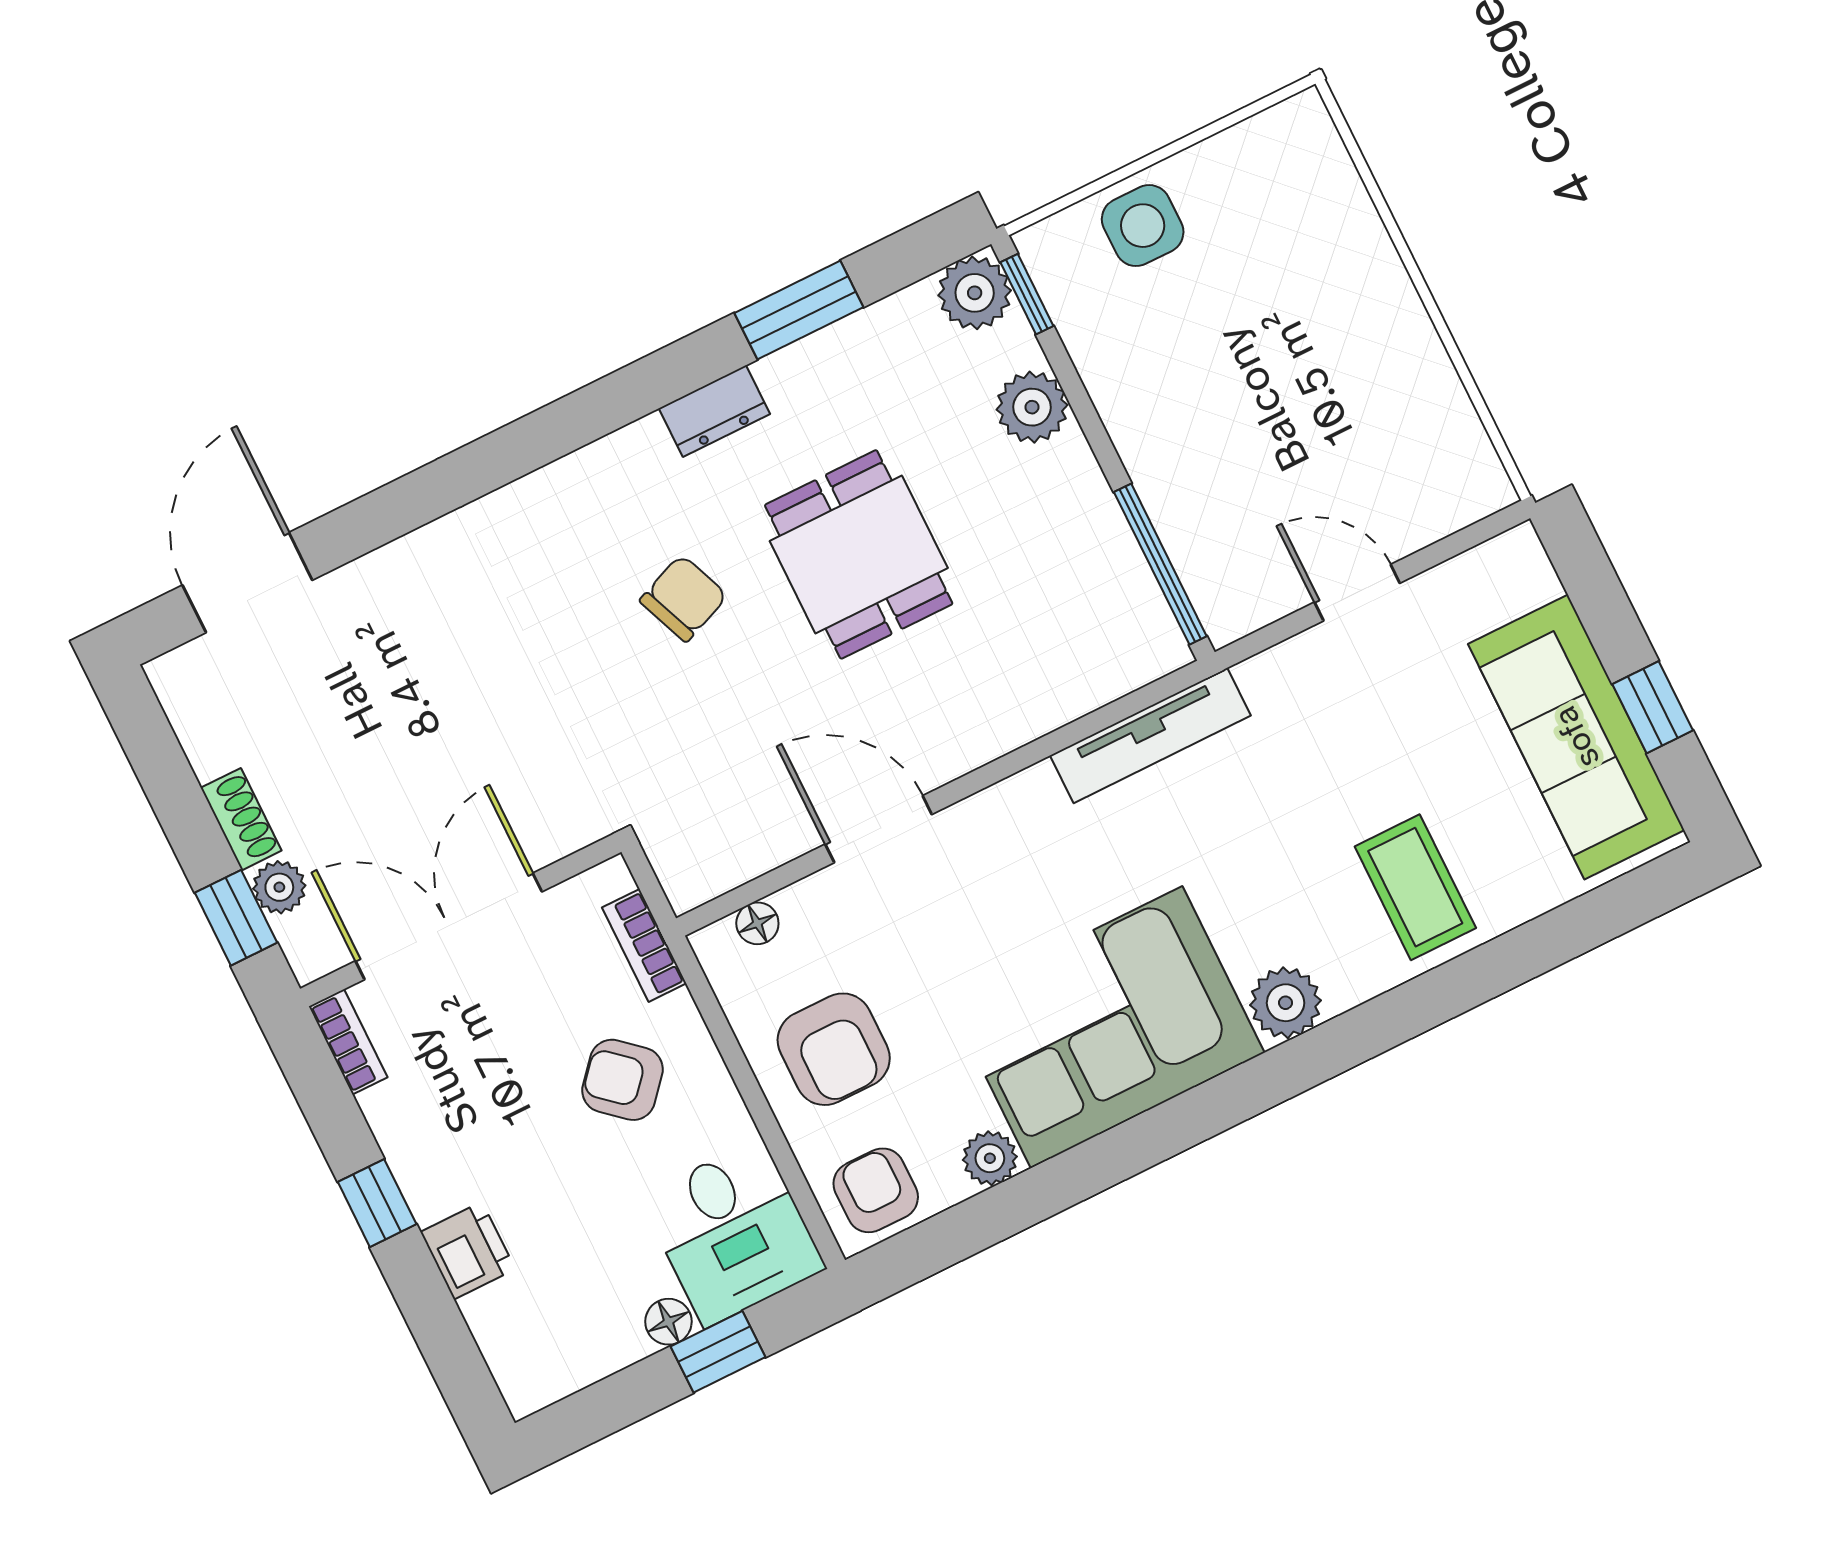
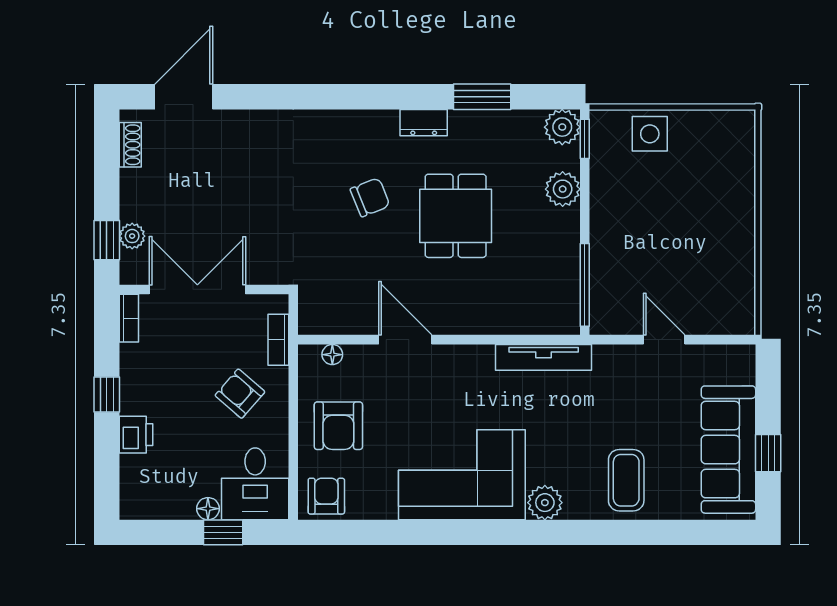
shoe rack: (241, 819) -> (130, 145), moved
plant: (990, 1158) -> (383, 507), removed

